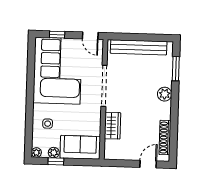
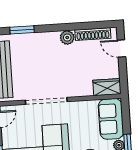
plant: (165, 94) -> (67, 37), moved
wardrobe: (112, 126) -> (107, 87), moved

